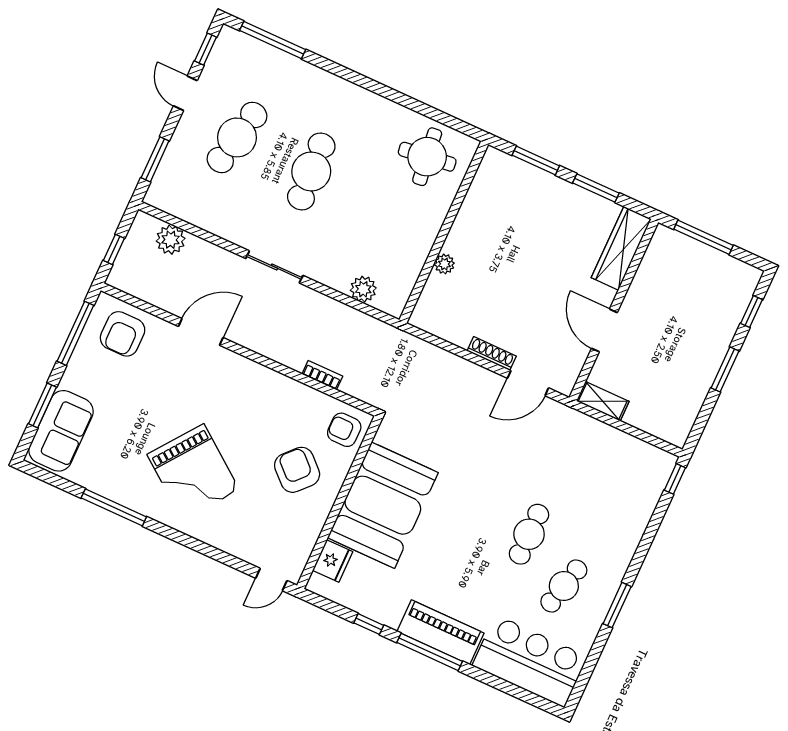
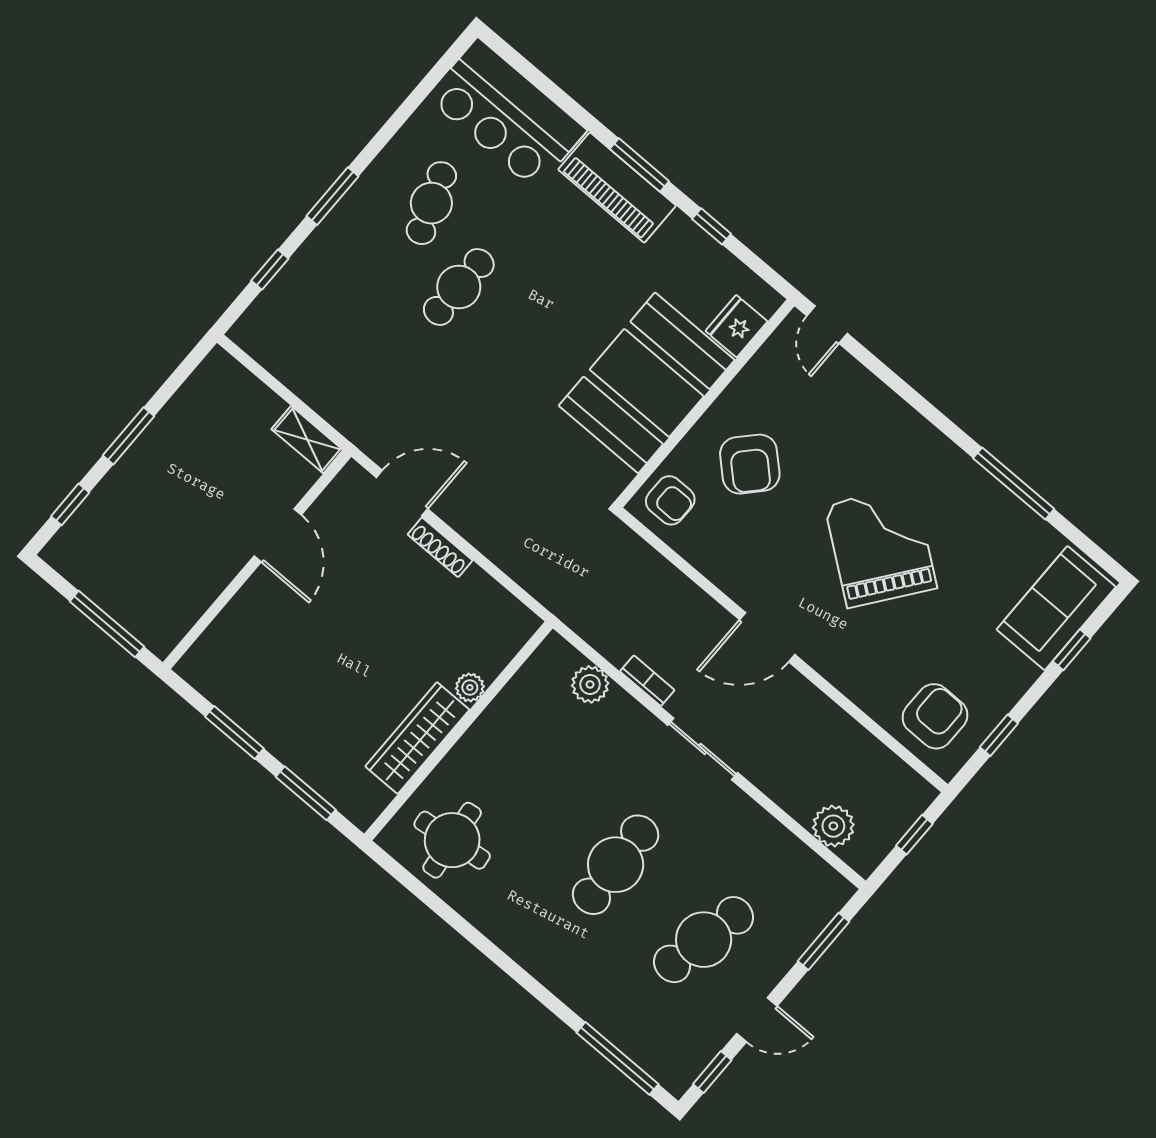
door: (185, 93) -> (757, 1020), hinge flipped
wardrobe: (621, 248) -> (417, 738), moved, turned 180
door: (201, 332) -> (767, 637), moved
window: (75, 333) -> (999, 735), width x0.46
bookcase: (322, 375) -> (647, 681), moved, turned 180
window: (42, 405) -> (1072, 650), width x0.67
grand piano: (193, 472) -> (881, 546), moved
window: (675, 479) -> (270, 270), moved
door: (271, 579) -> (827, 325), swing flipped
cafe table: (564, 586) -> (431, 203), turned -34
window: (617, 605) -> (333, 196), moved
window: (430, 652) -> (639, 165), width x0.69

